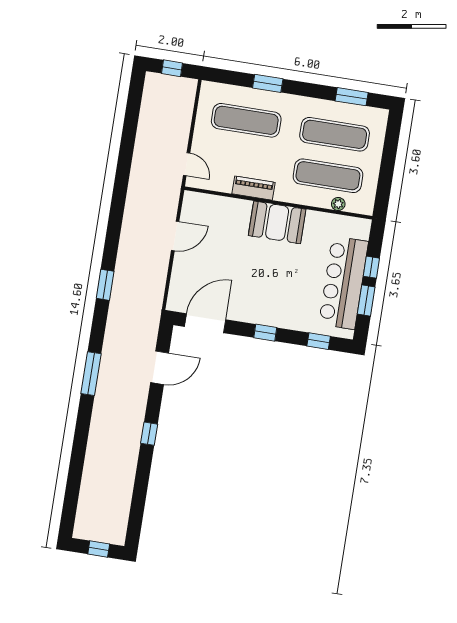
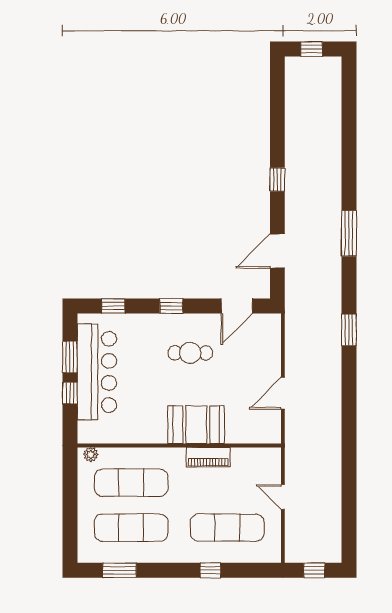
window: (268, 83) -> (210, 570), width x0.67
door: (187, 164) -> (283, 497), moved
plant: (338, 204) -> (91, 454), moved
booth: (277, 222) -> (196, 425), moved
cafe table: (255, 287) -> (190, 353), added
door: (205, 323) -> (237, 306), width x0.73

